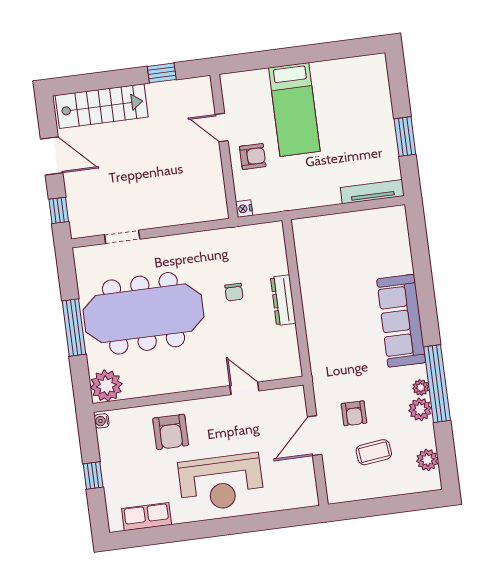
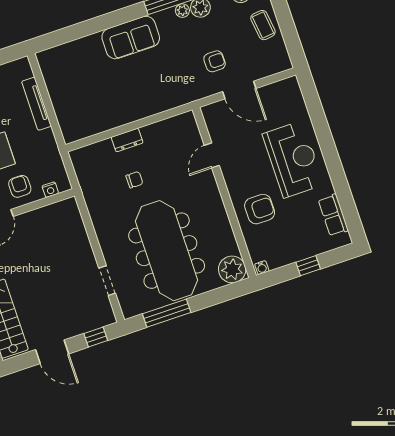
door: (52, 156) -> (52, 352), swing flipped
tv unit: (372, 192) -> (36, 104), moved
nightstand: (244, 209) -> (50, 190), moved
dresser: (283, 300) -> (127, 140), width x0.70
sofa: (401, 321) -> (131, 38), width x0.73
window: (74, 328) -> (167, 313), moved
coffee table: (374, 452) -> (263, 25), moved

